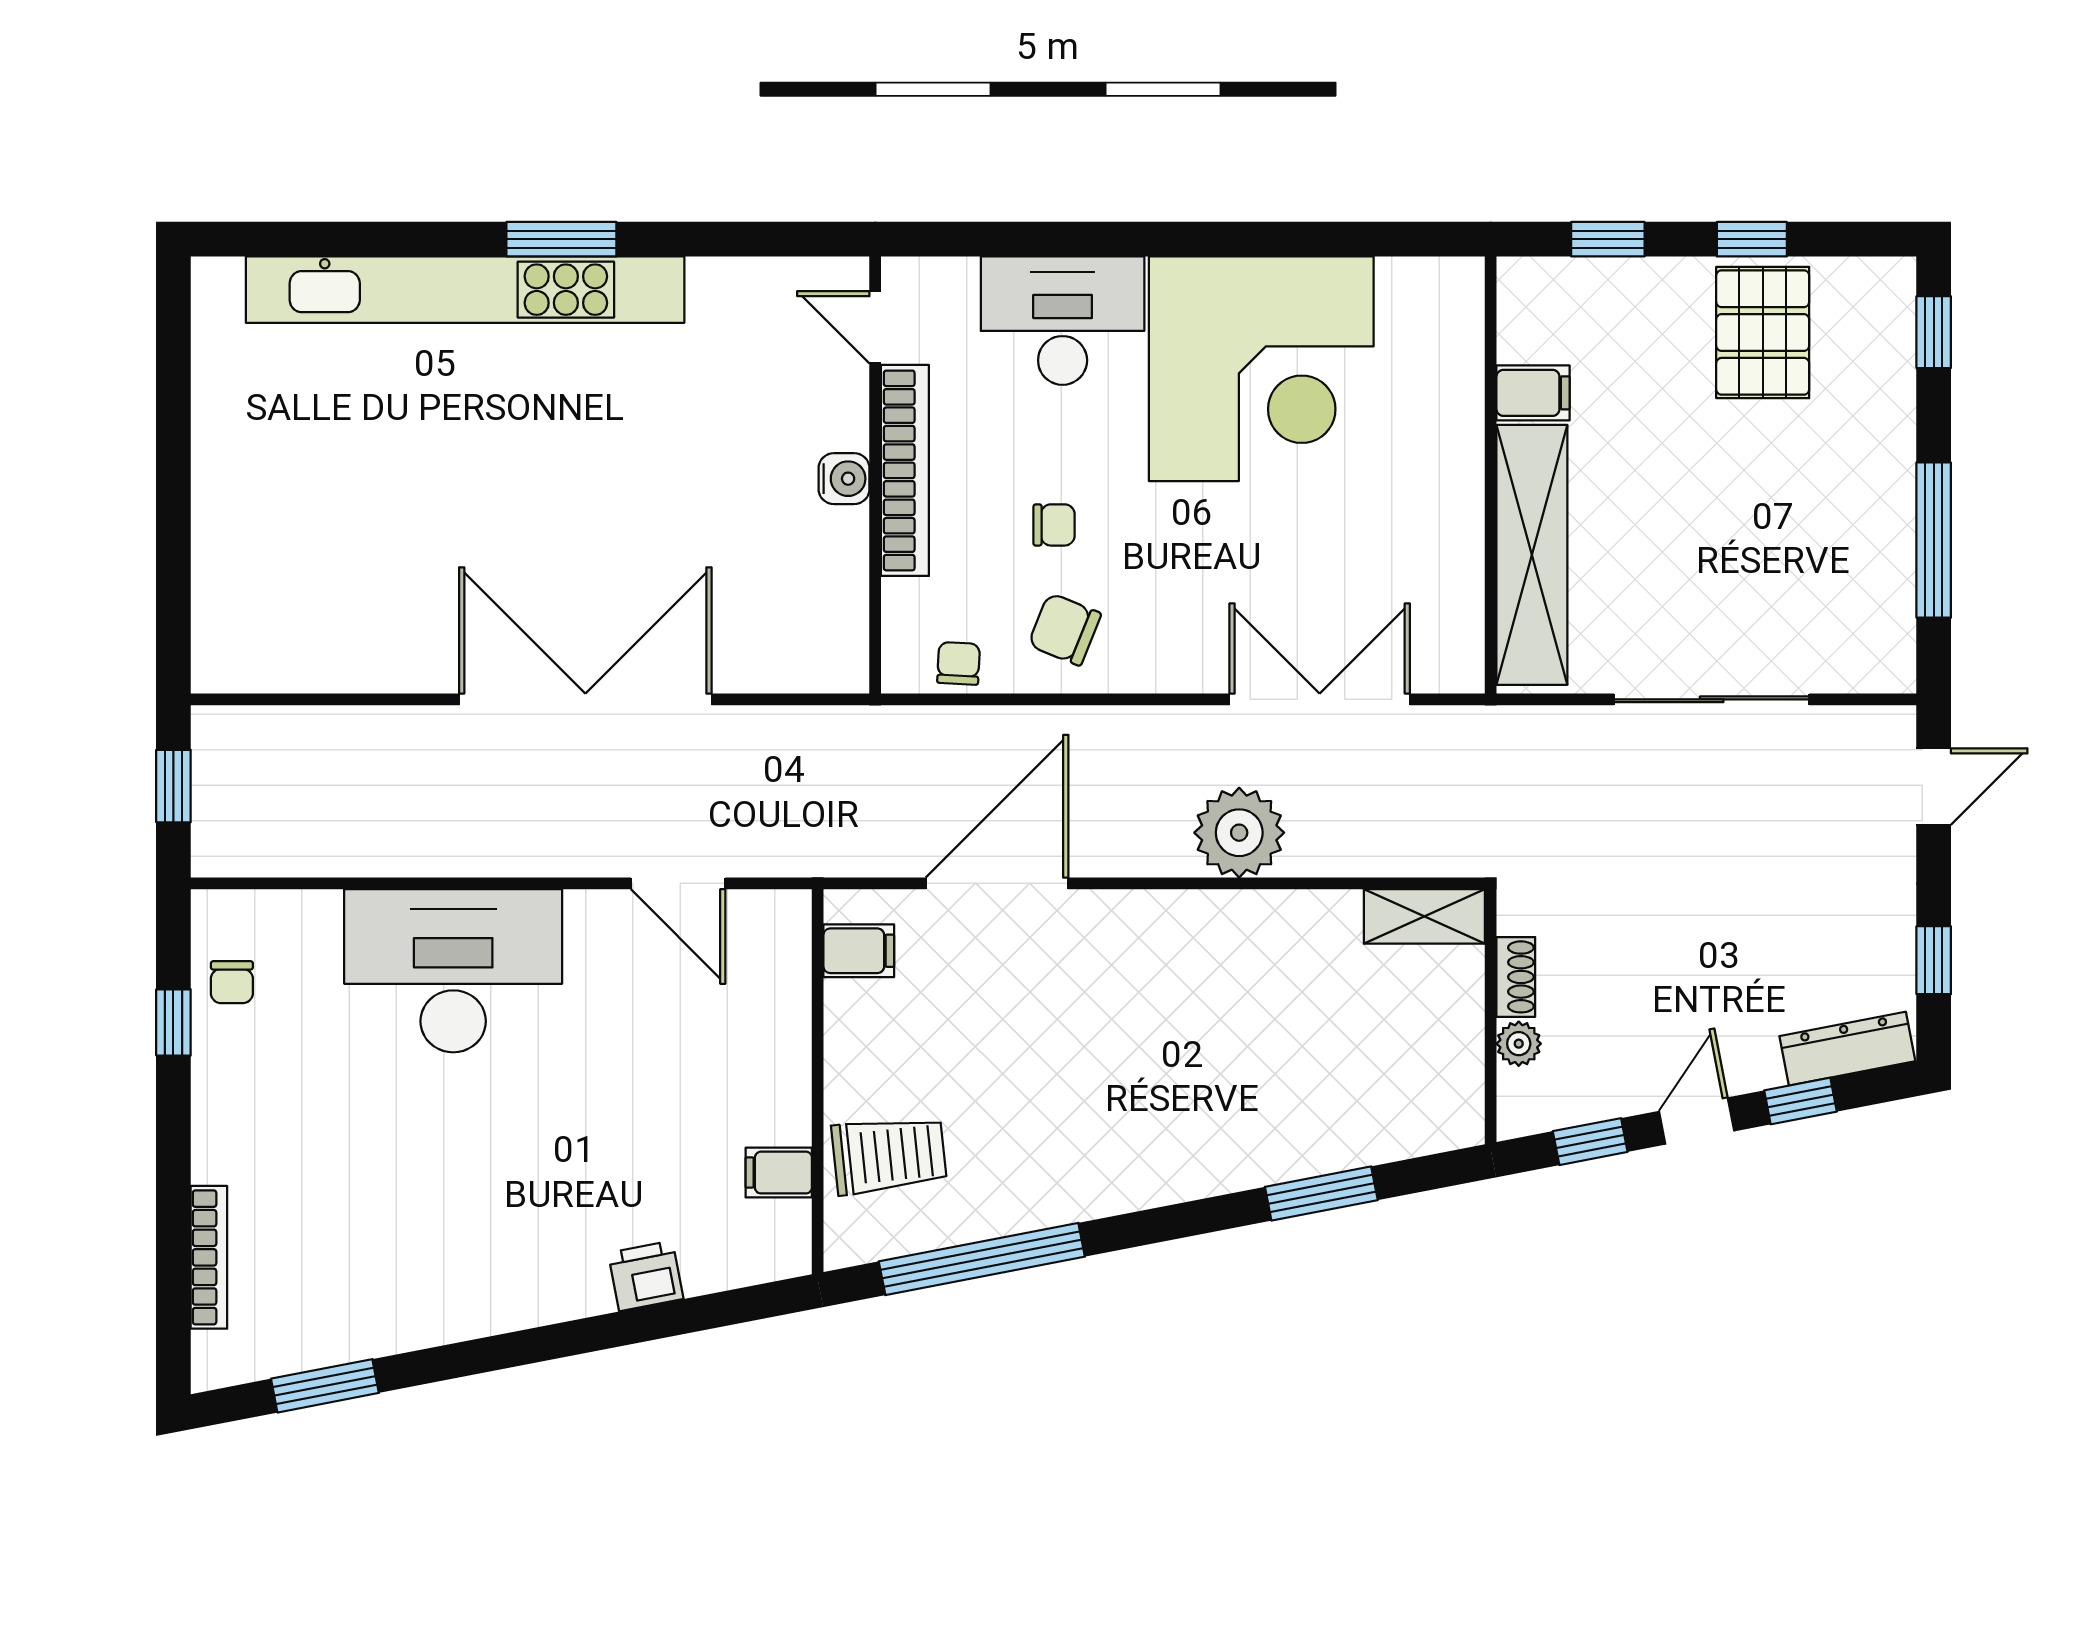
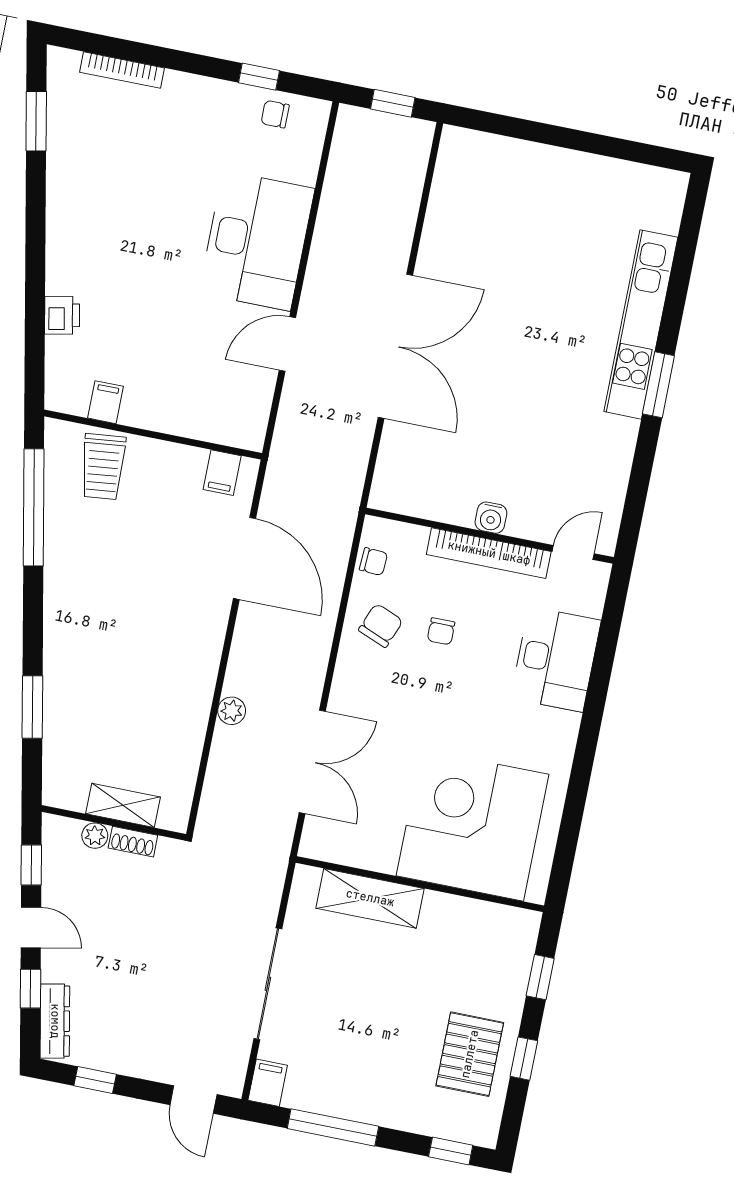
kitchen unit: (465, 290) -> (641, 324), width x0.73
pallet: (1763, 333) -> (470, 1054), turned 90
corner desk: (1261, 369) -> (472, 825), moved, turned 90
filing cabinet: (1533, 393) -> (268, 1083), moved, turned 180
shelving: (1532, 555) -> (370, 898), width x0.68
plant: (1239, 833) -> (232, 711), width x0.53, depth x0.53
door: (678, 883) -> (287, 344), moved
shelving: (1424, 916) -> (123, 805), moved, turned 90

